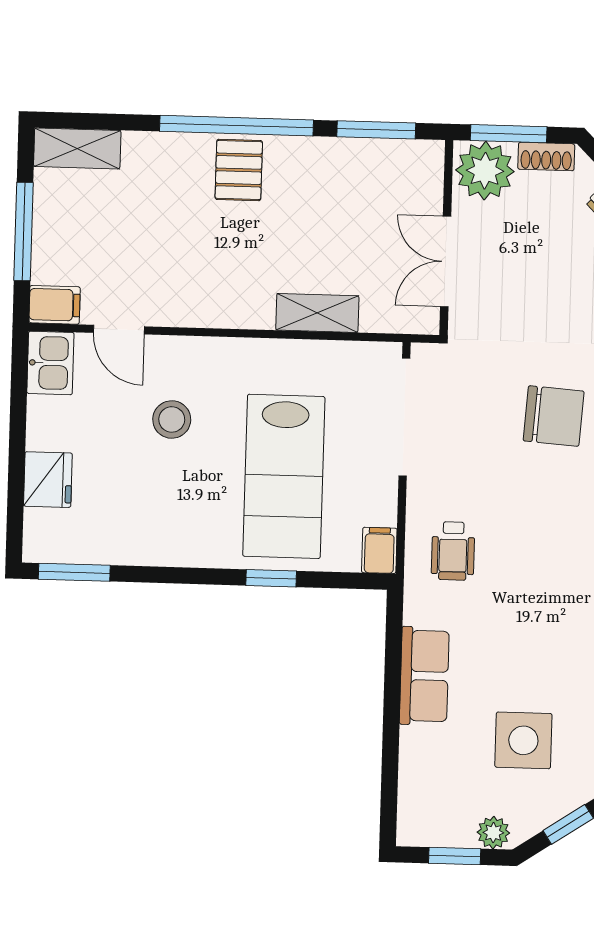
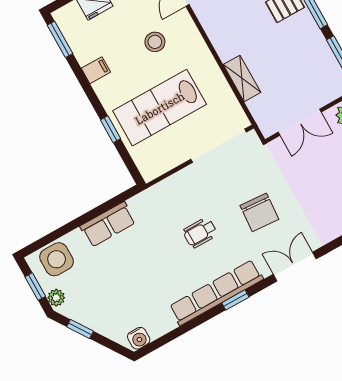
double door: (446, 261) -> (300, 122), swing flipped
filing cabinet: (379, 550) -> (96, 70), moved
wheelchair: (453, 551) -> (200, 233), moved
side table: (523, 740) -> (57, 259), moved

